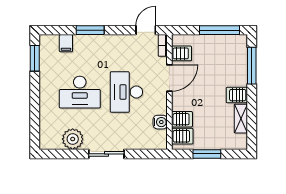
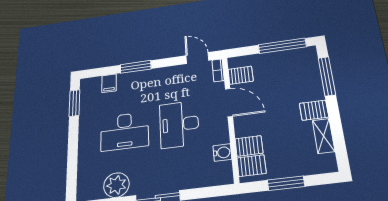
door: (146, 30) -> (197, 58), hinge flipped
door: (169, 78) -> (229, 103), hinge flipped

